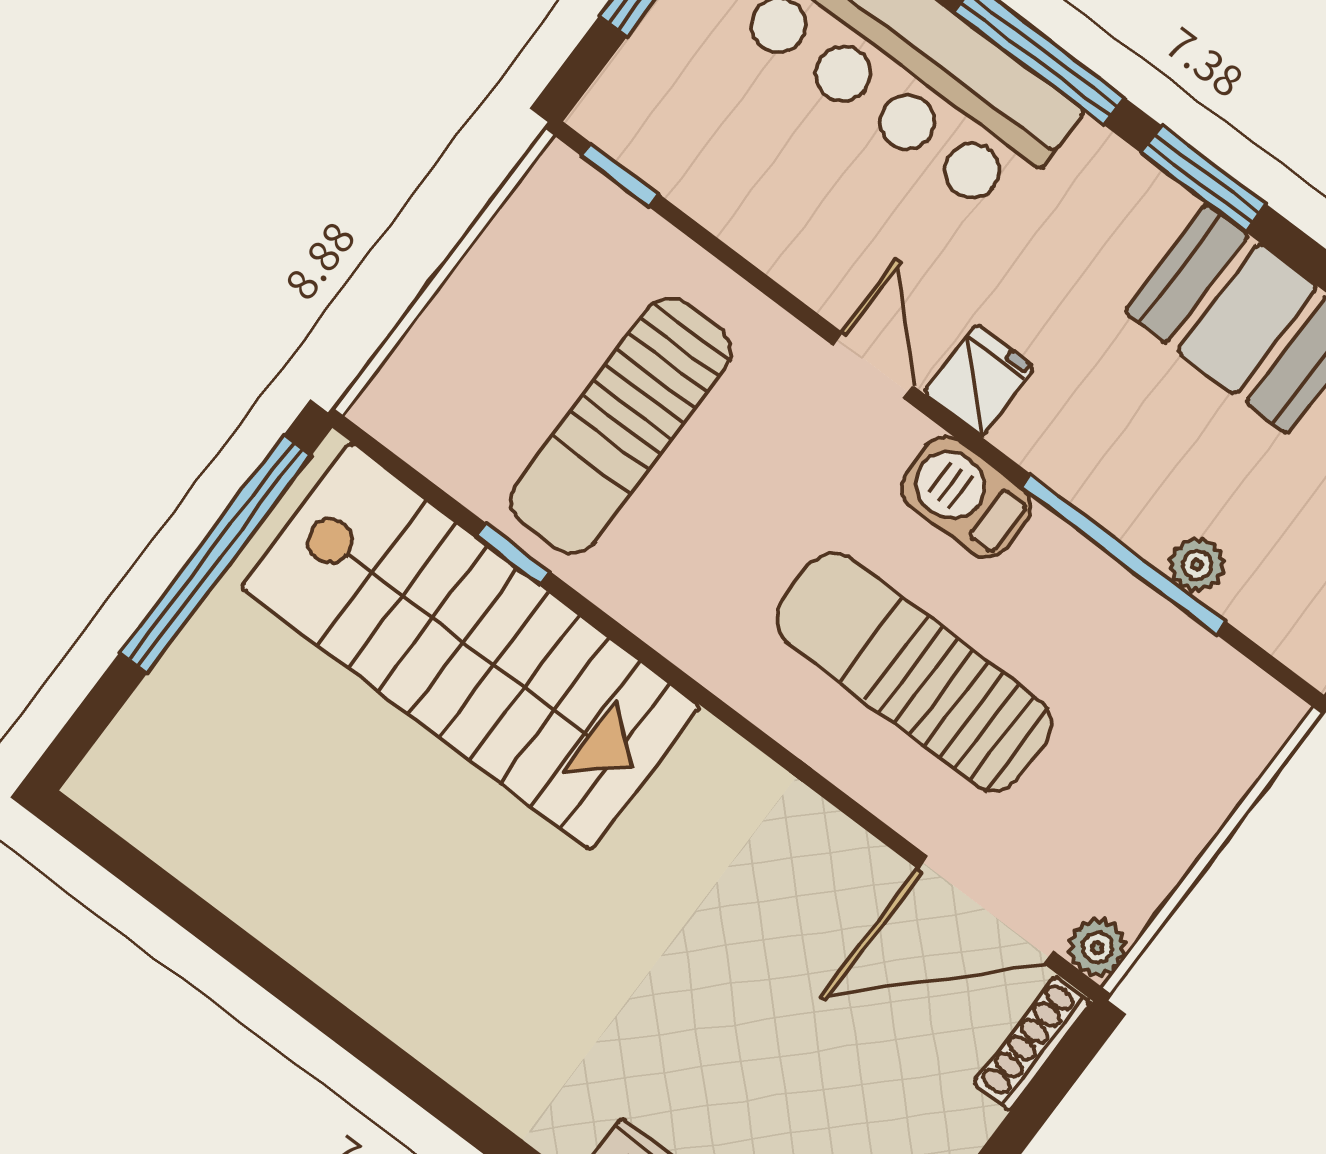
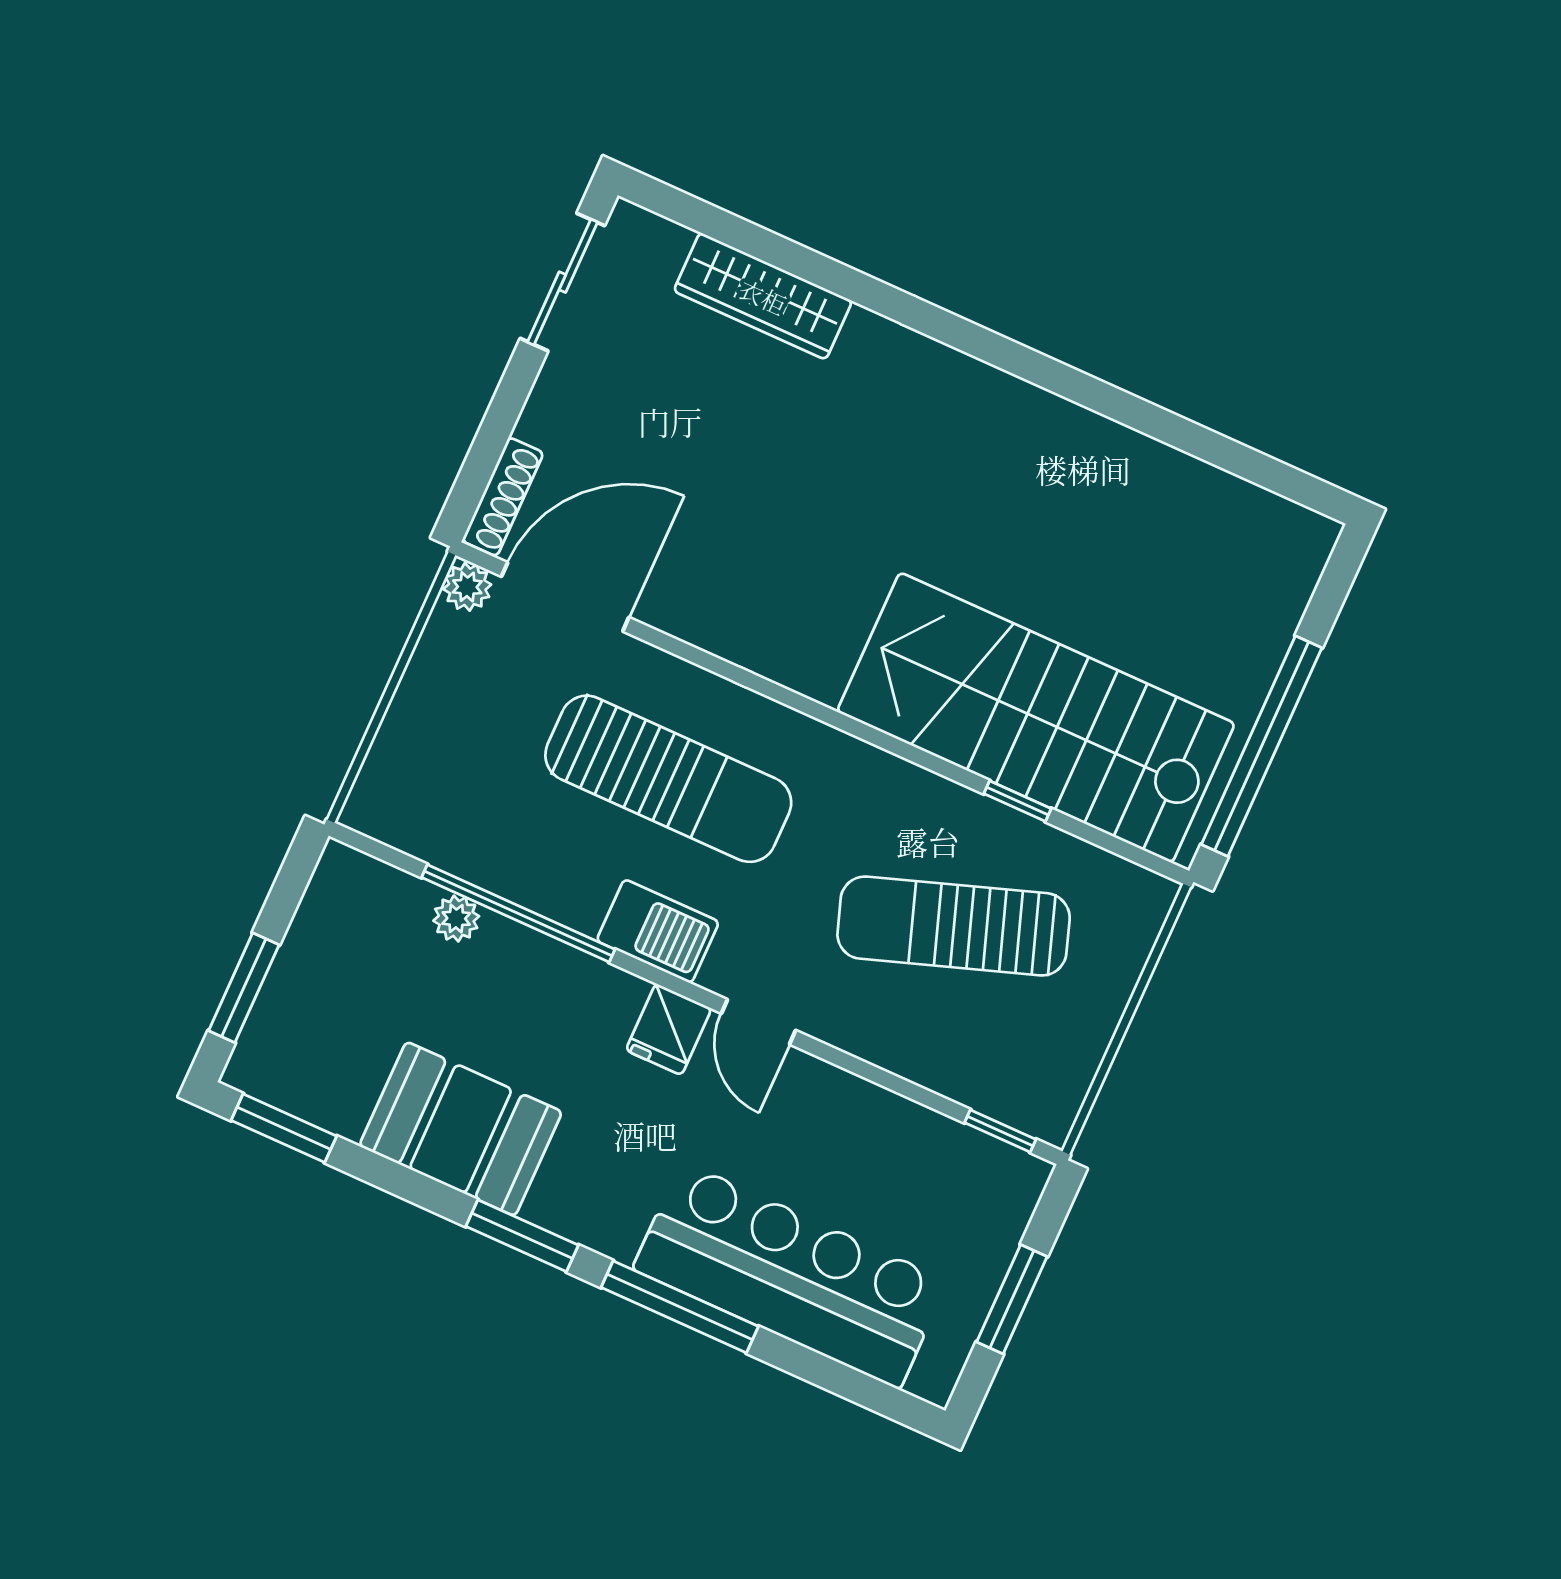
sun lounger: (621, 426) -> (954, 926), turned -109

